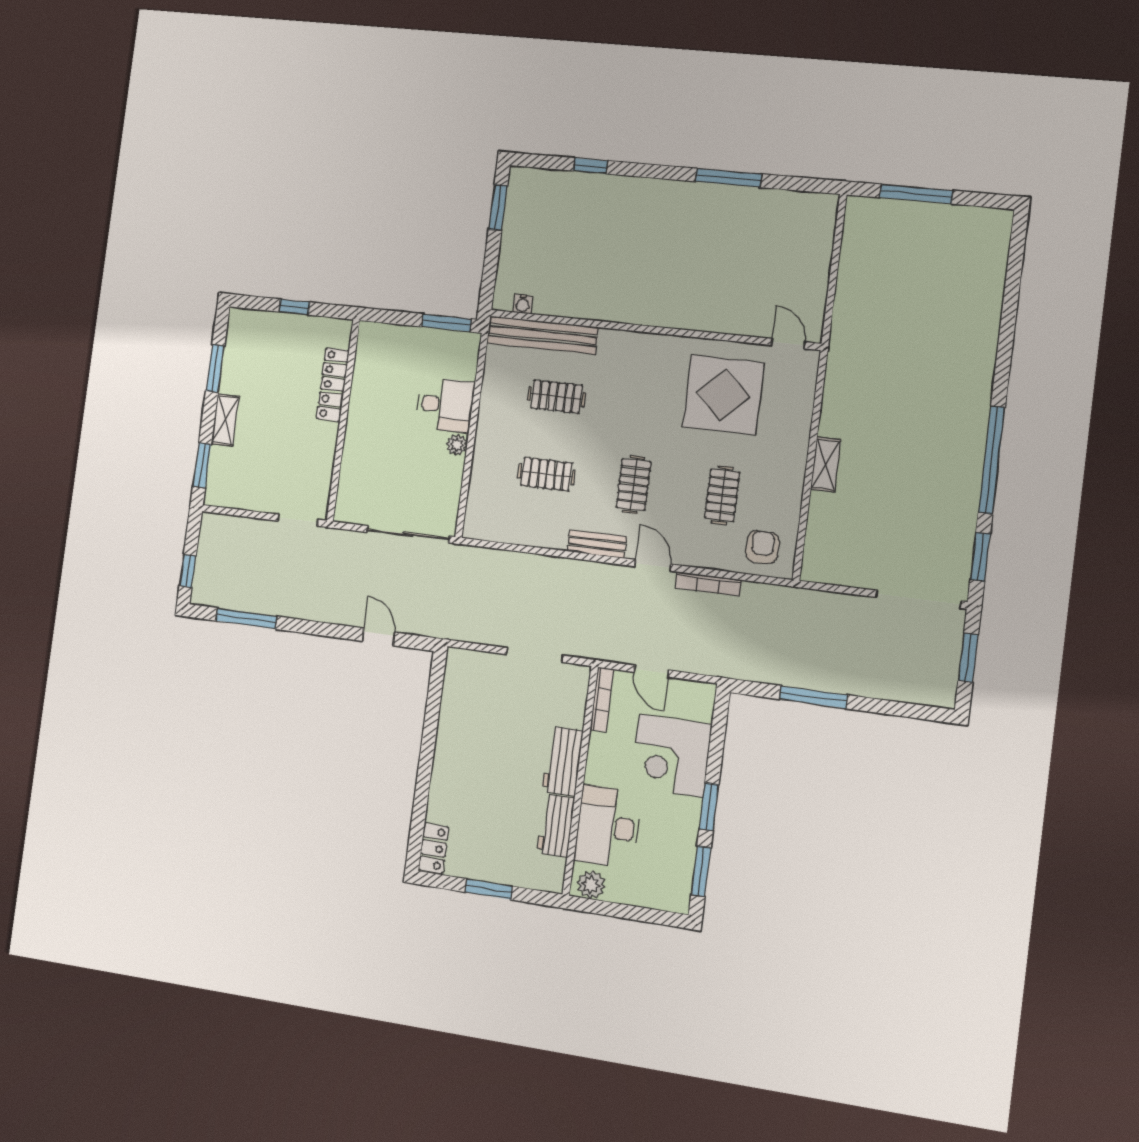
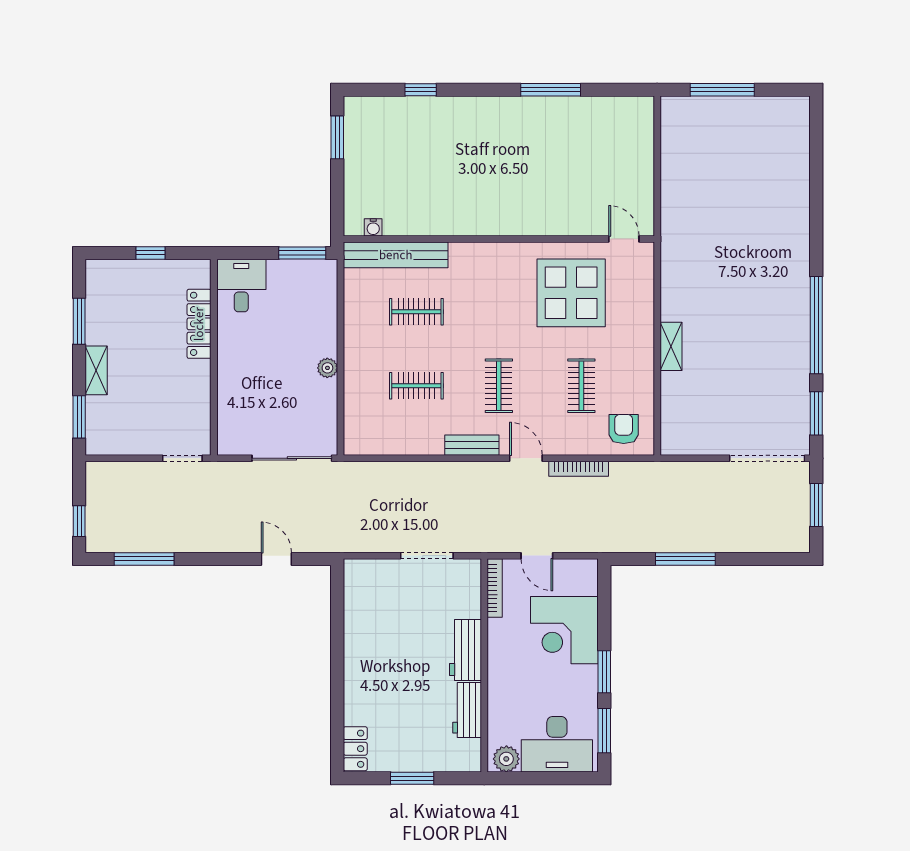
desk: (445, 405) -> (241, 286), moved, turned -90
desk: (608, 827) -> (557, 744), moved, turned -90

